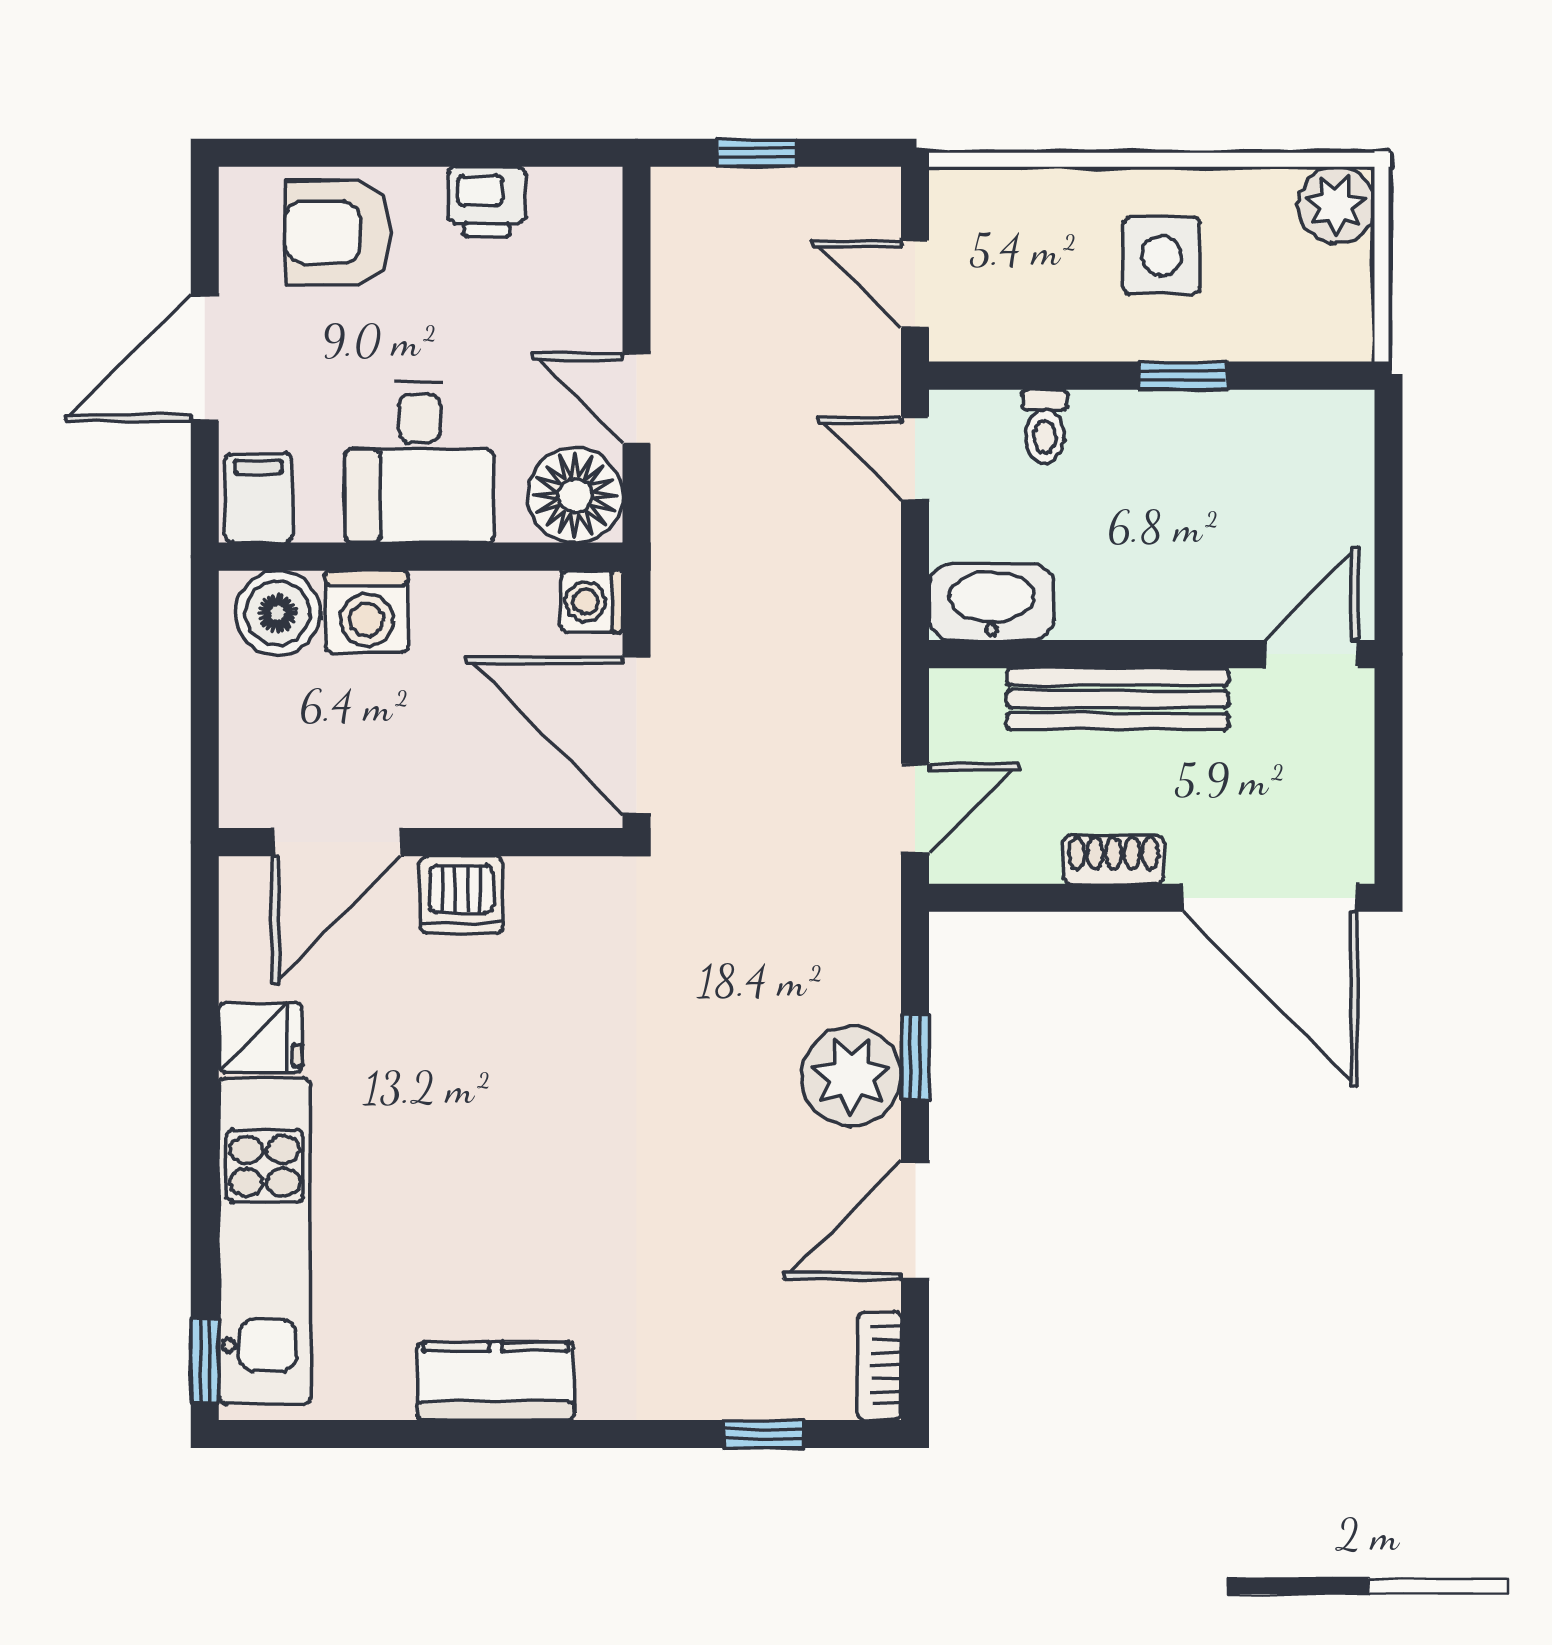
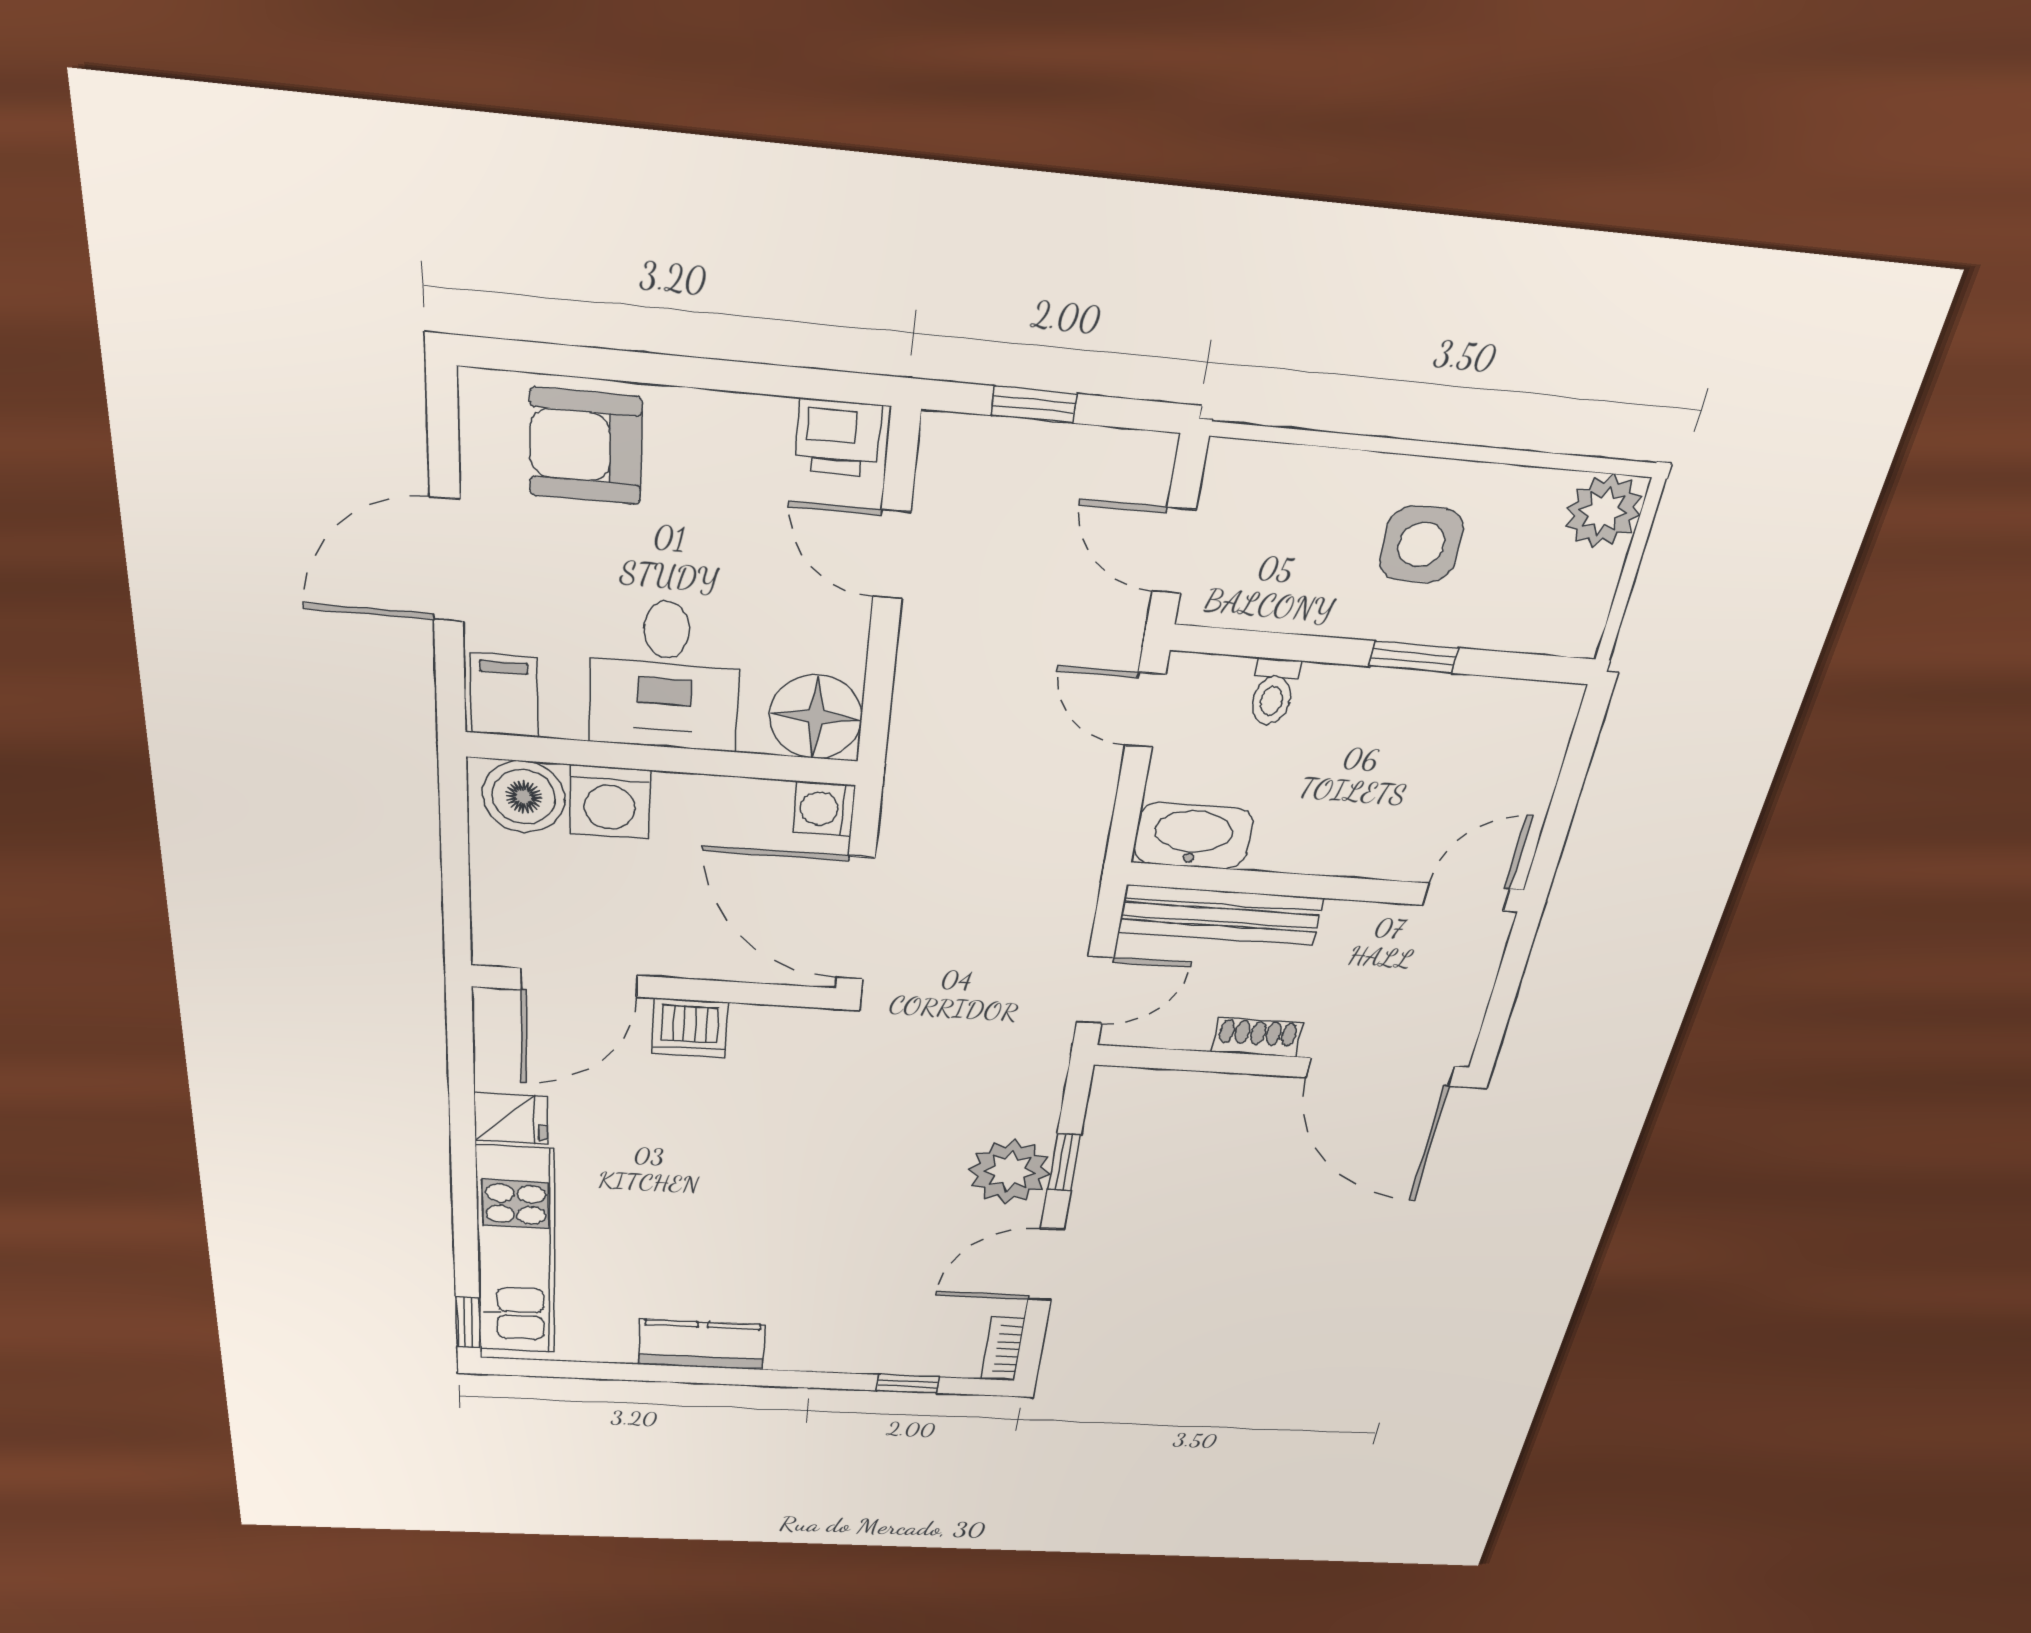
printer: (487, 202) -> (838, 438), moved
door: (637, 398) -> (892, 555), moved
bench: (1118, 699) -> (1220, 915), moved

